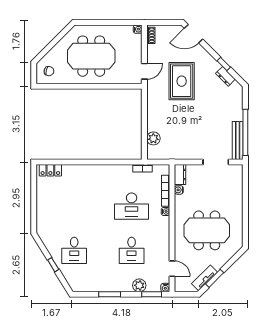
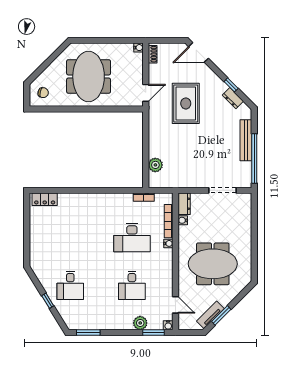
meeting table: (91, 56) -> (89, 76), turned 90
bench: (238, 141) -> (246, 140), moved
window: (110, 294) -> (88, 333), moved

